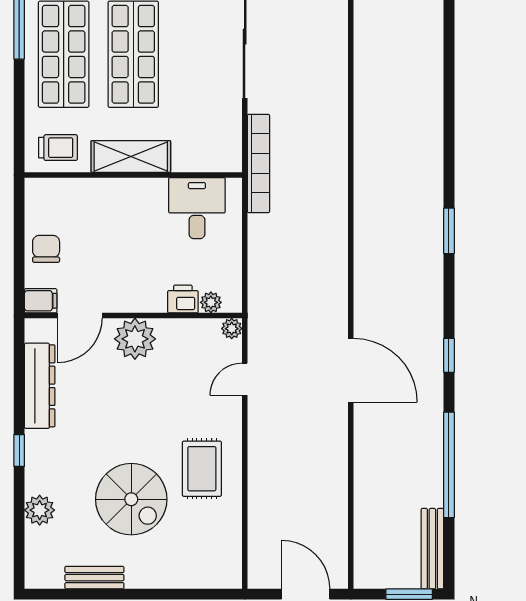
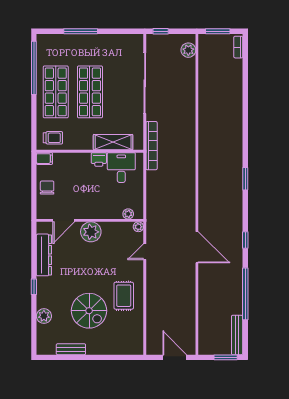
shelving: (131, 156) -> (113, 142), moved
printer: (183, 299) -> (99, 159), moved, turned 180
filing cabinet: (41, 301) -> (44, 159), moved

